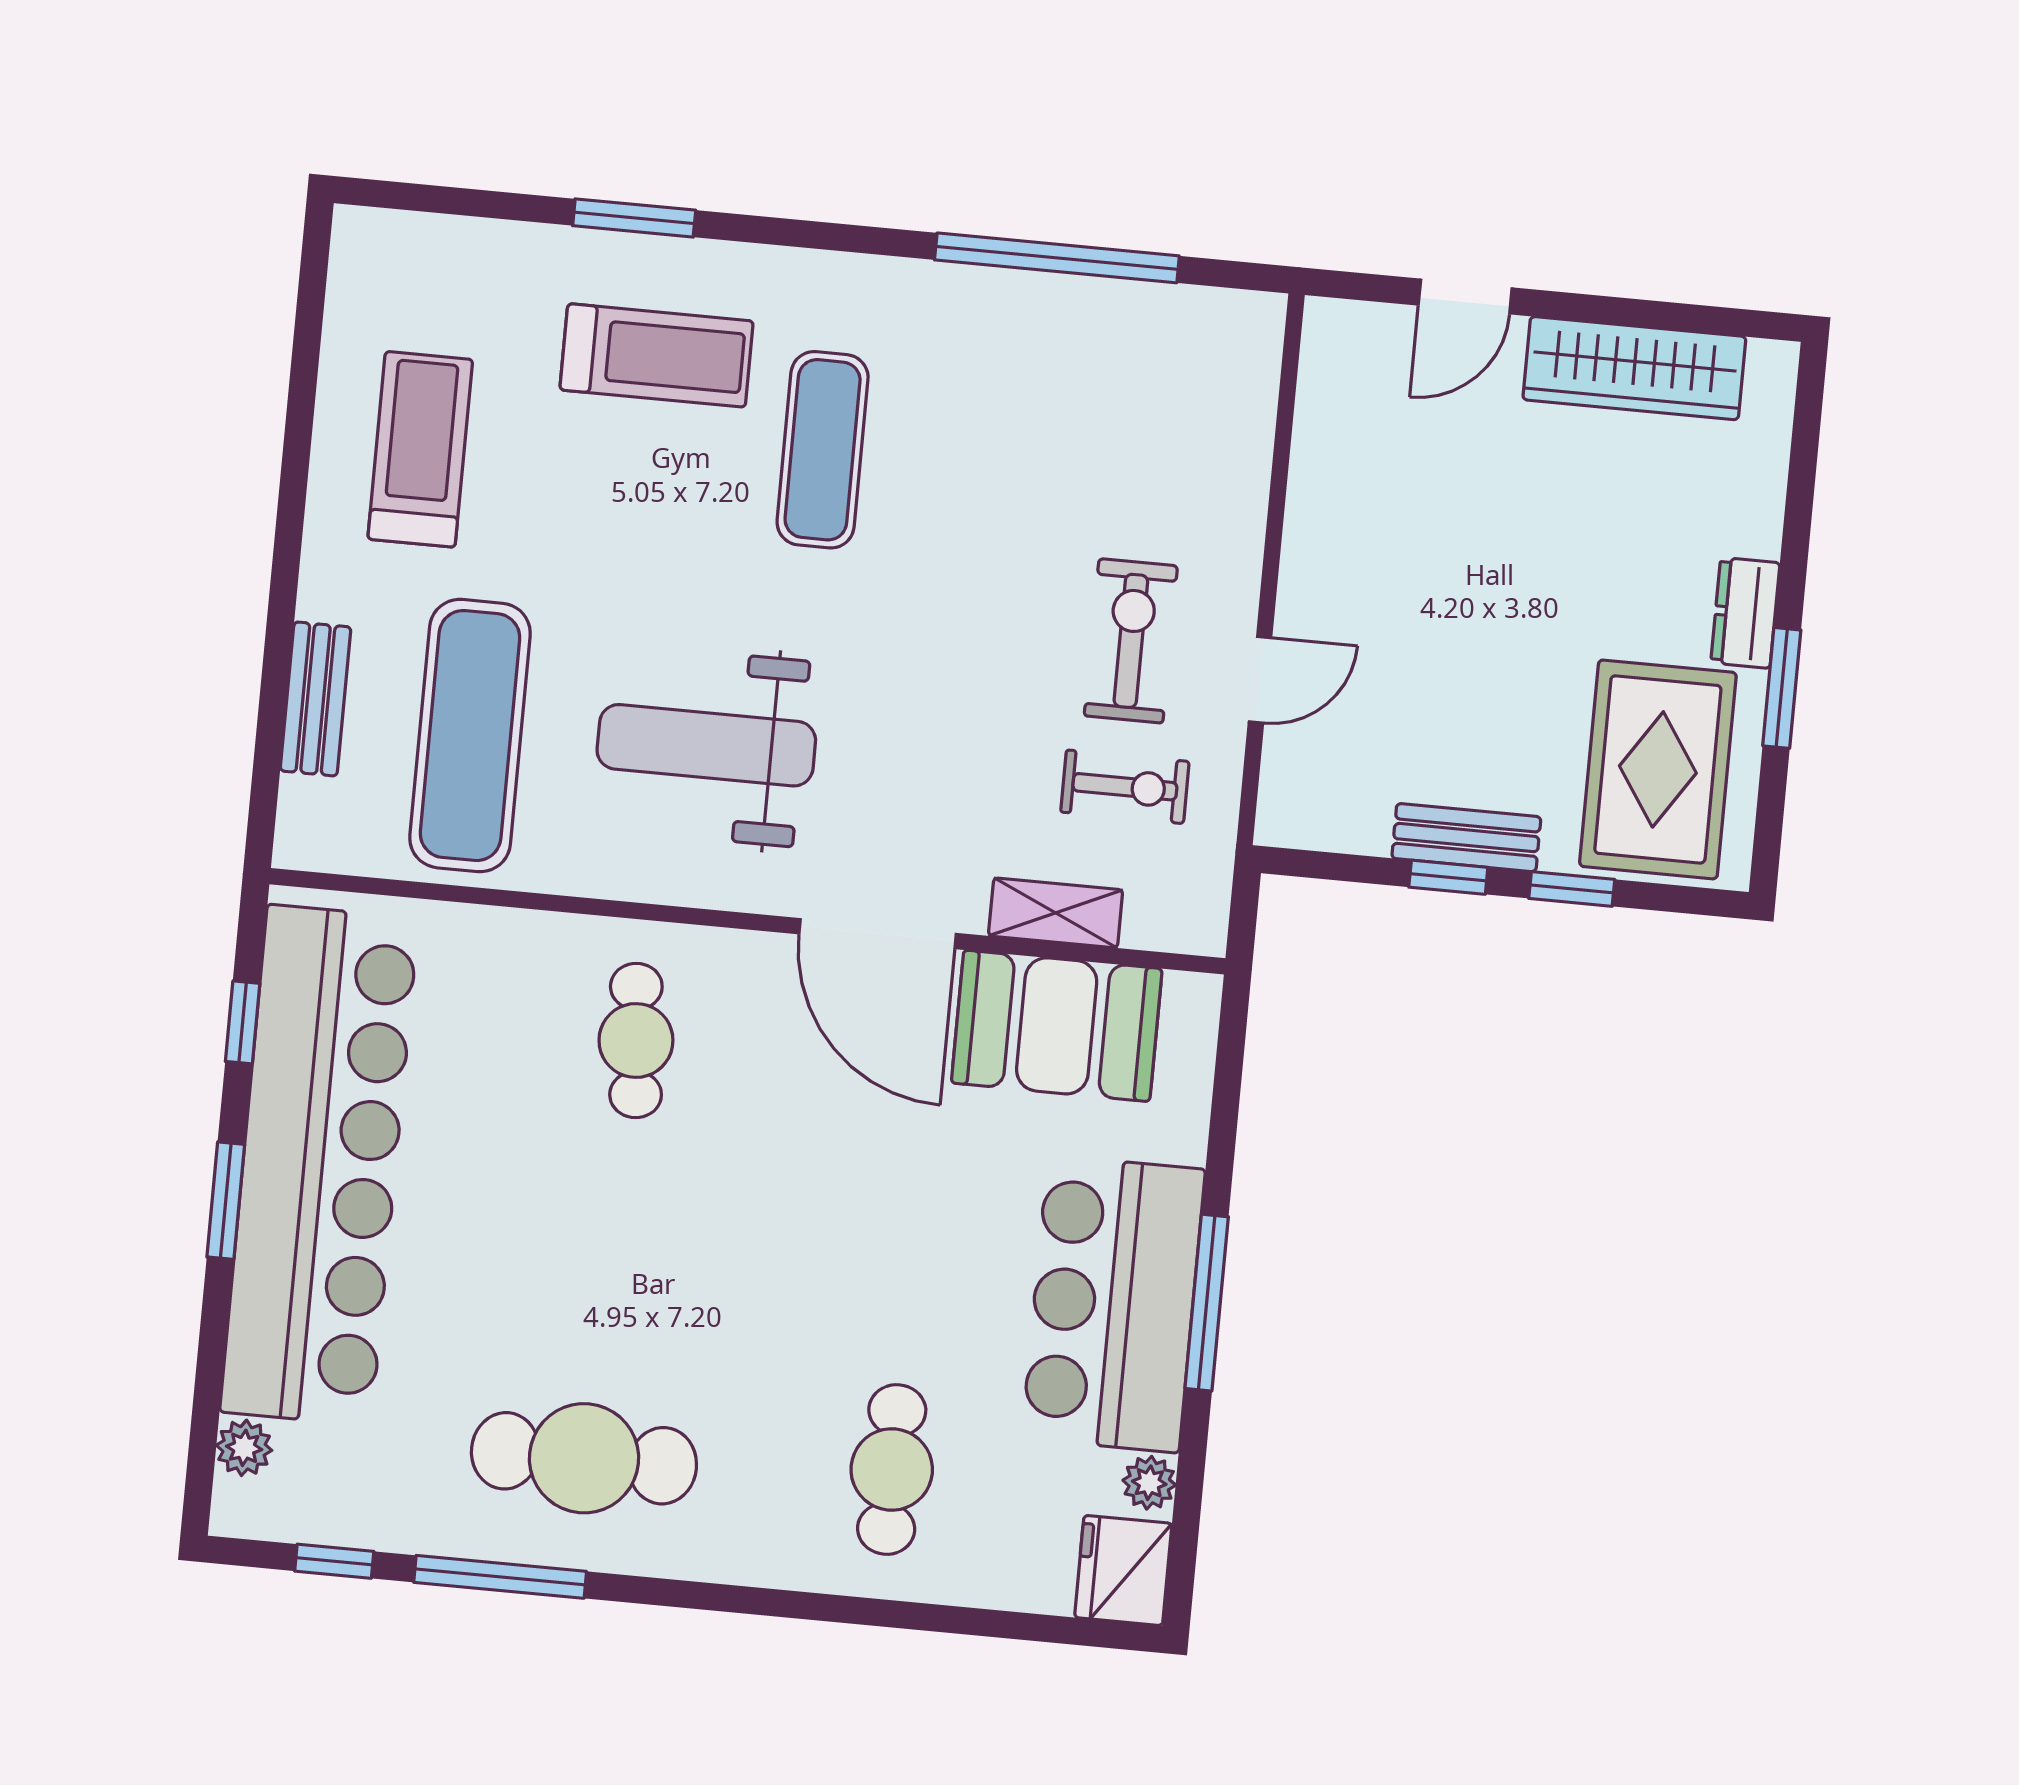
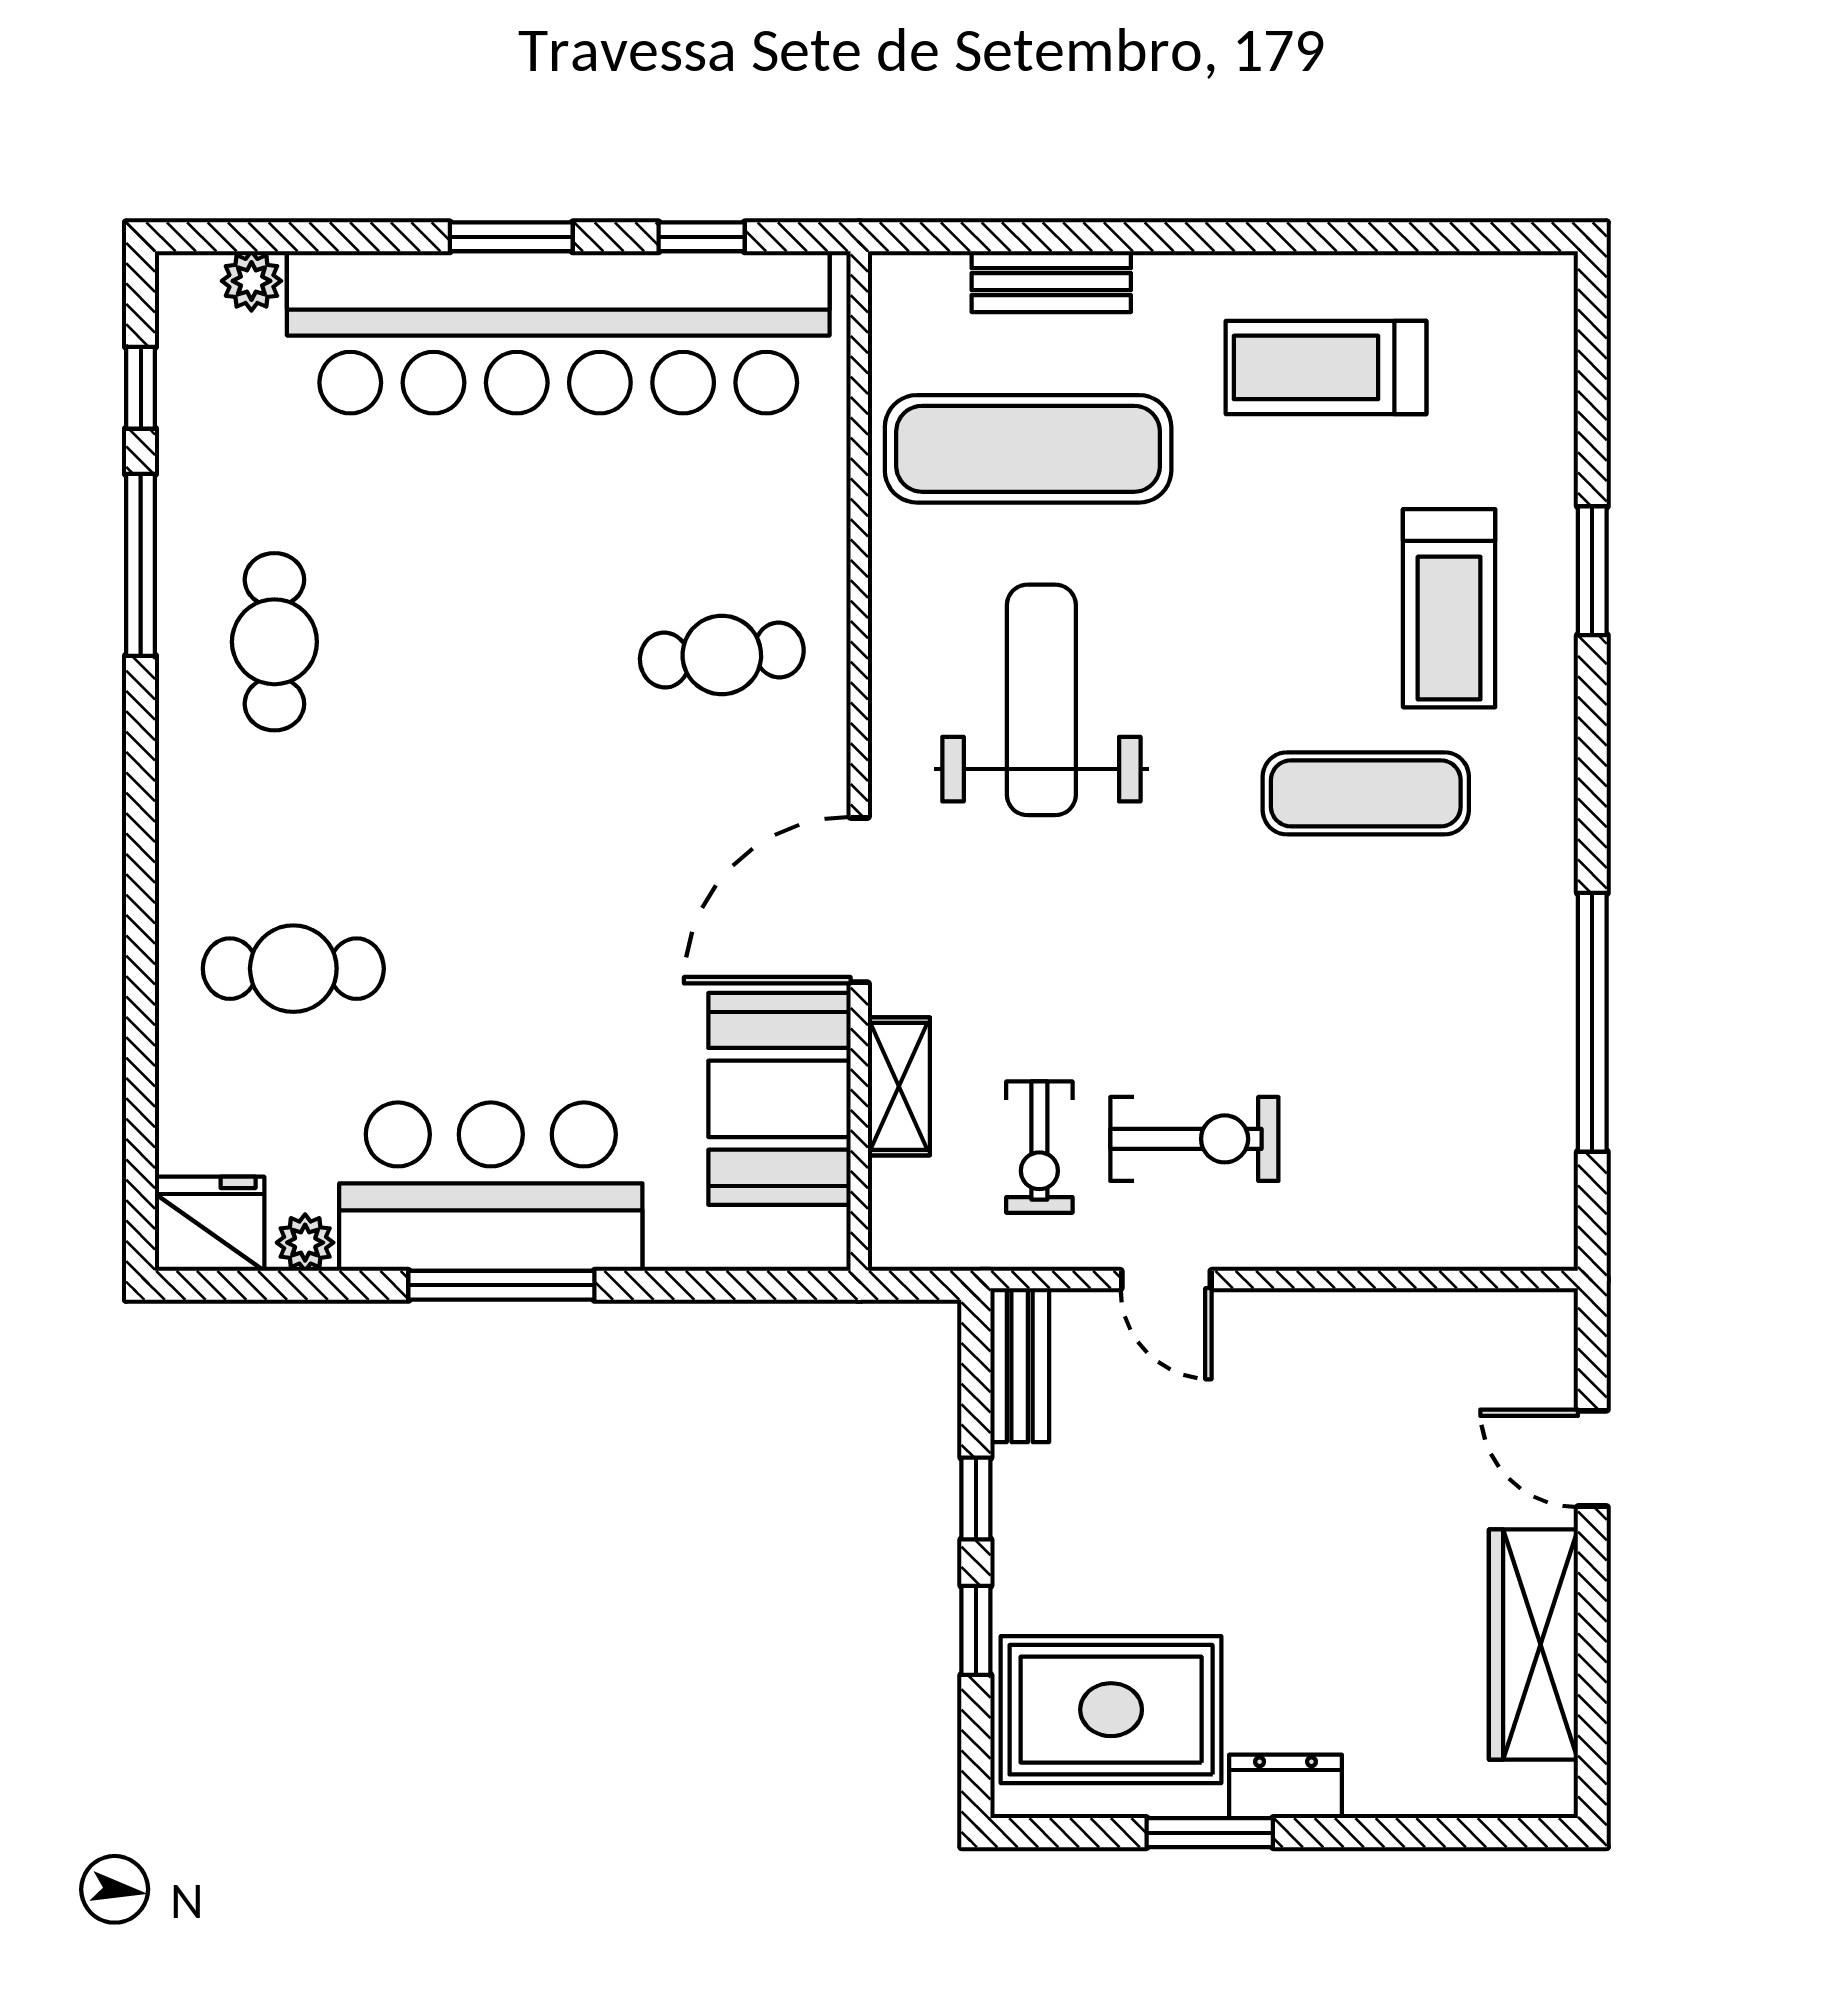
treadmill: (420, 449) -> (1326, 367), turned 180
bench: (1466, 838) -> (1020, 1365), moved
cafe table: (584, 1458) -> (274, 642), width x0.73, depth x0.74

